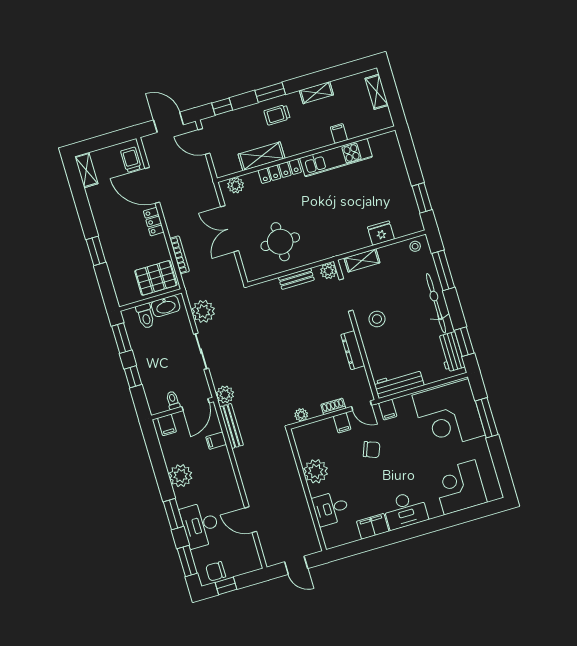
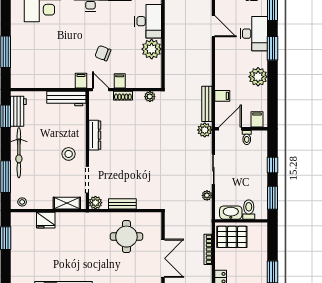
plant: (203, 311) -> (207, 195), width x0.53, depth x0.53
corner desk: (449, 415) -> (35, 62), removed
desk: (331, 508) -> (148, 21), width x1.37

